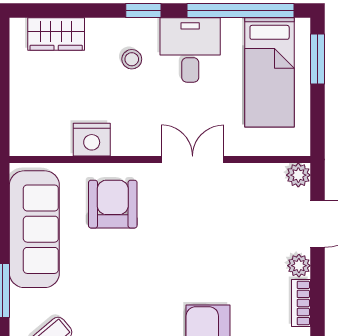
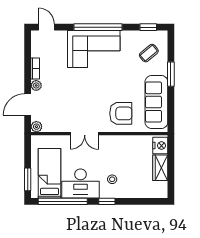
wardrobe: (56, 34) -> (160, 168), moved, turned -90
desk: (190, 50) -> (81, 183), width x1.37
nightstand: (92, 140) -> (160, 146), moved, turned 90
armchair: (113, 204) -> (121, 113), turned -90

